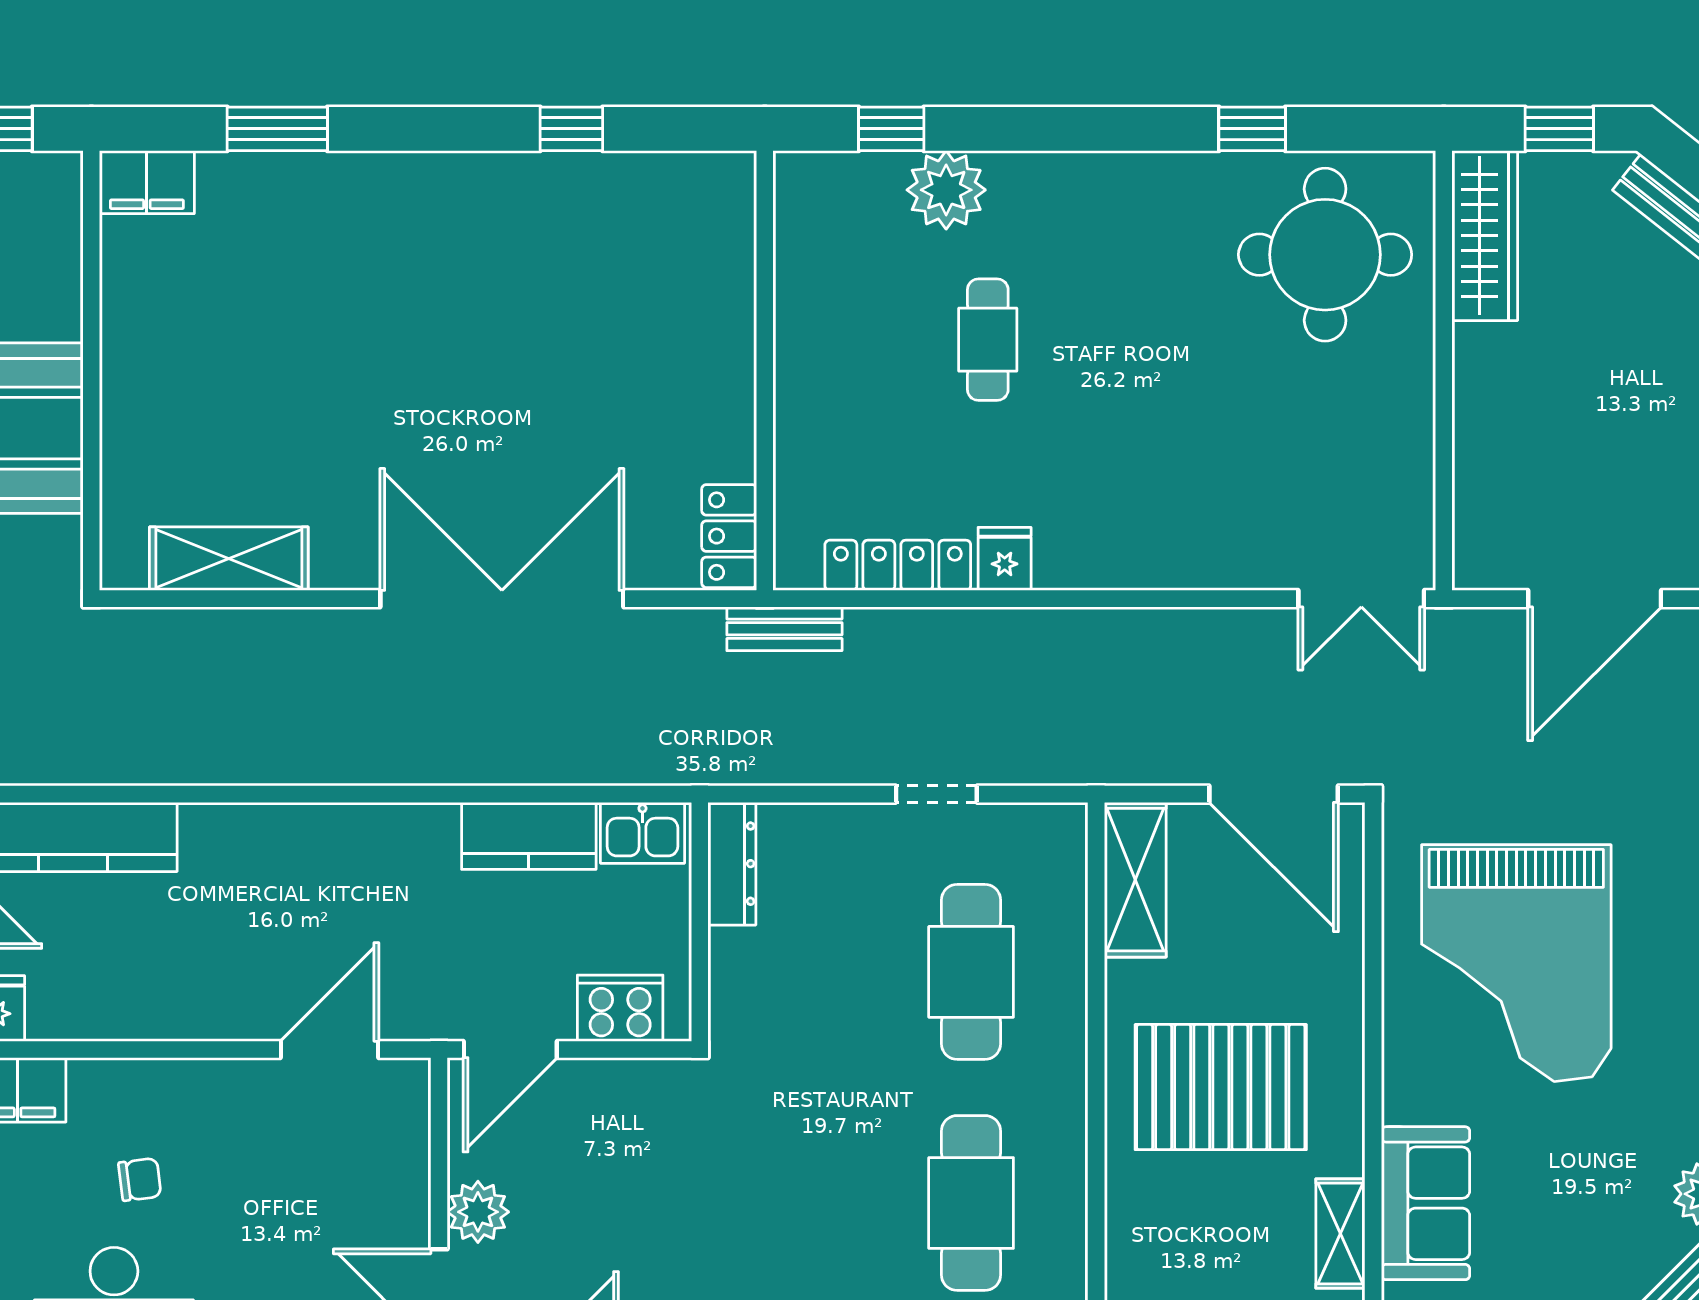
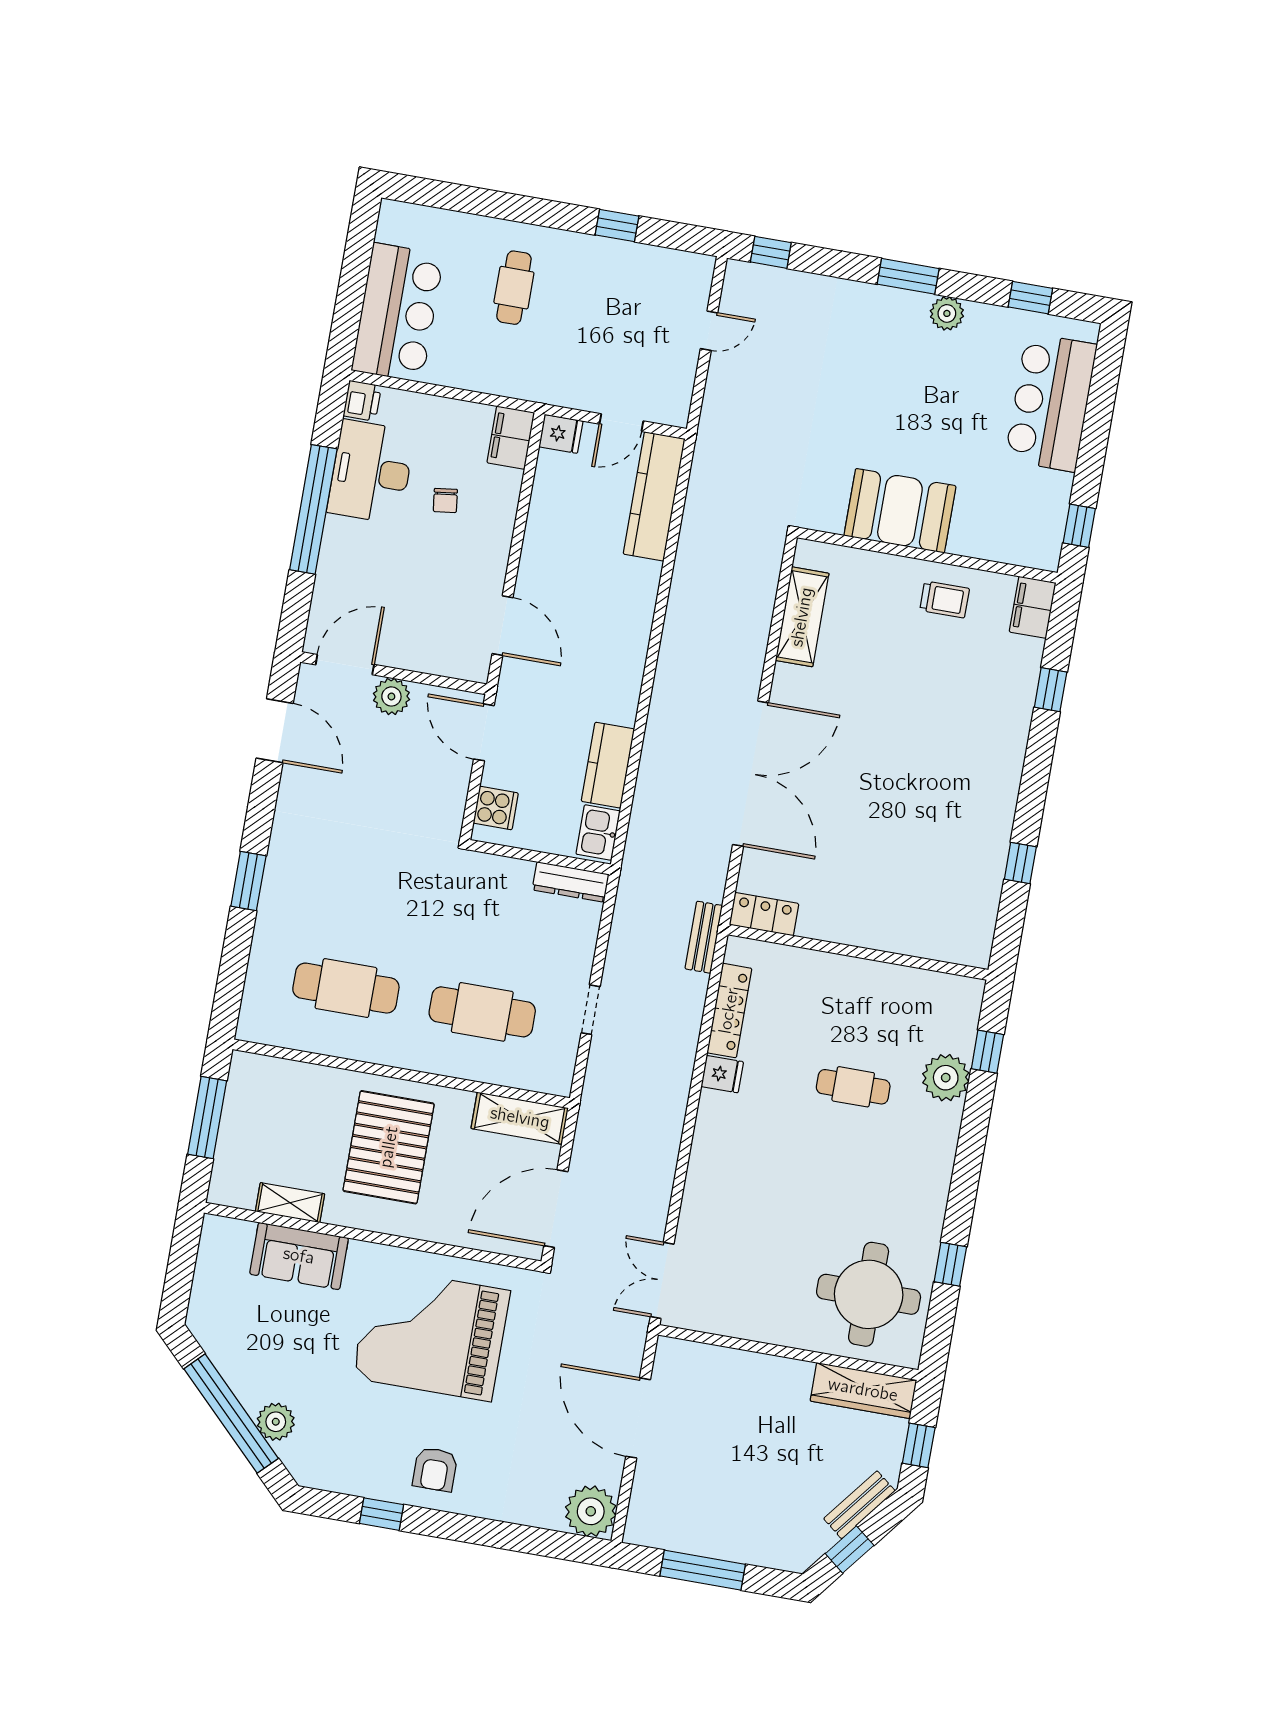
window: (277, 129) -> (1051, 690), width x0.67
trolley: (159, 329) -> (945, 599), added
cooker: (620, 1008) -> (496, 808), width x0.73

